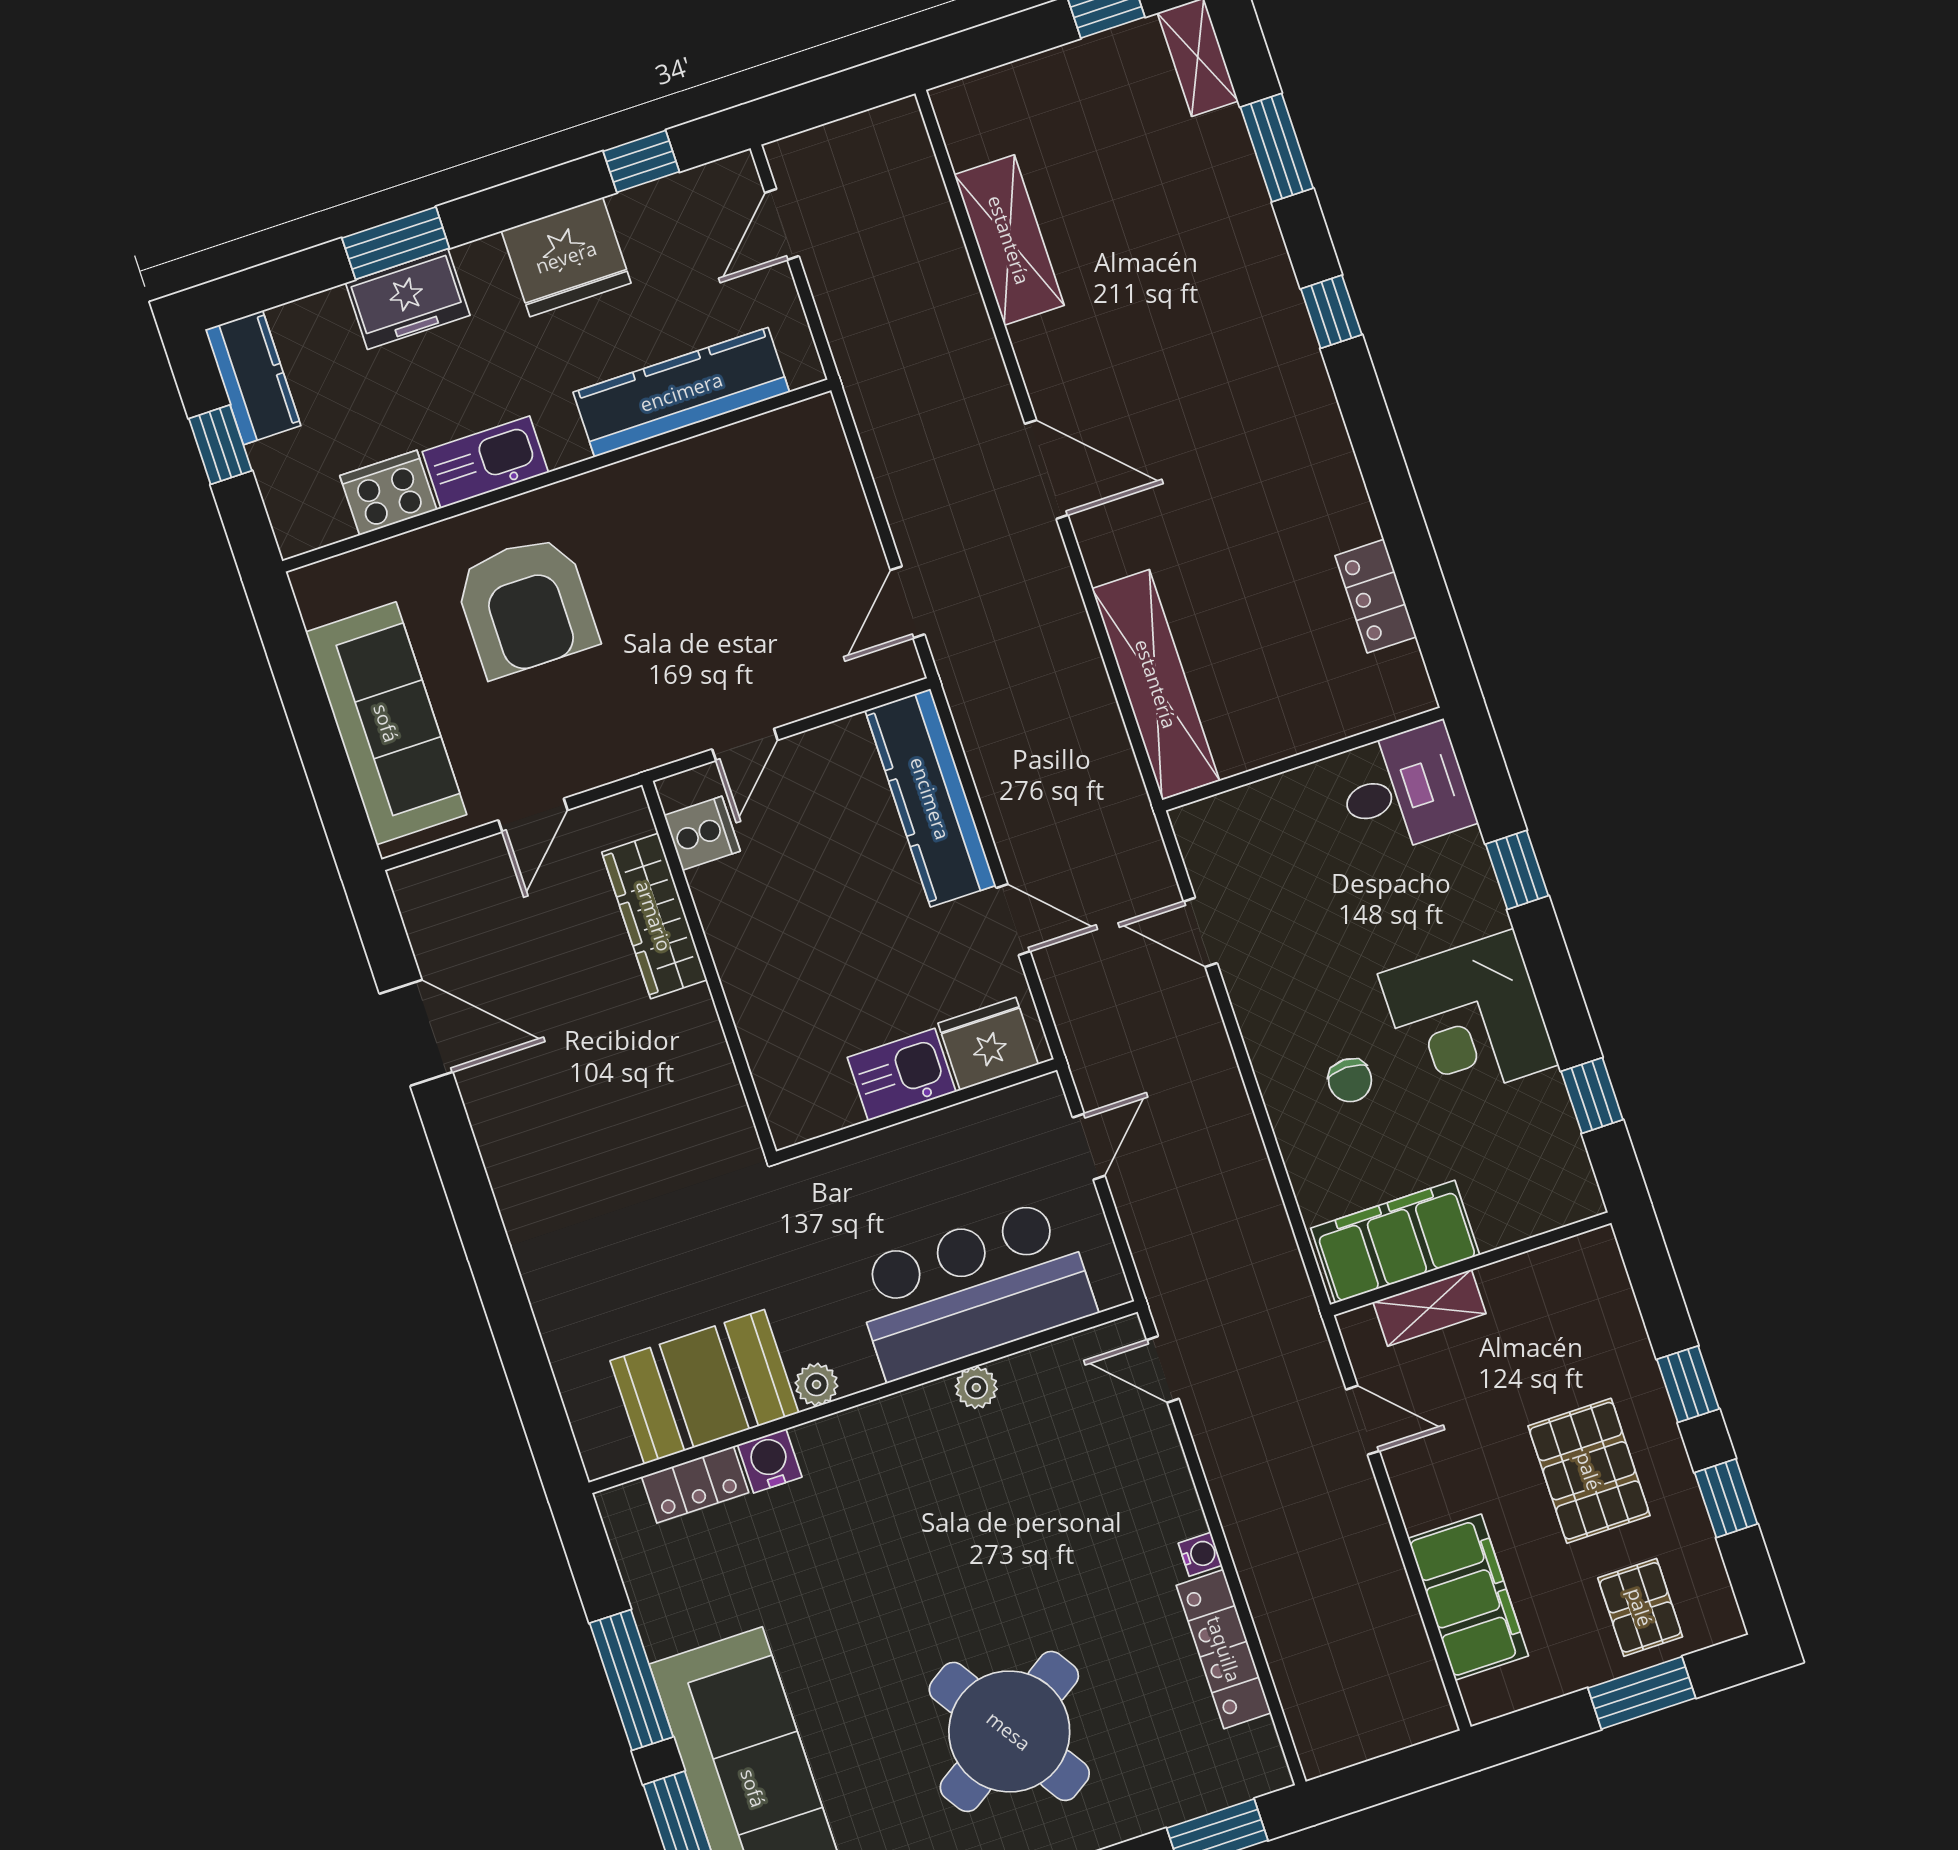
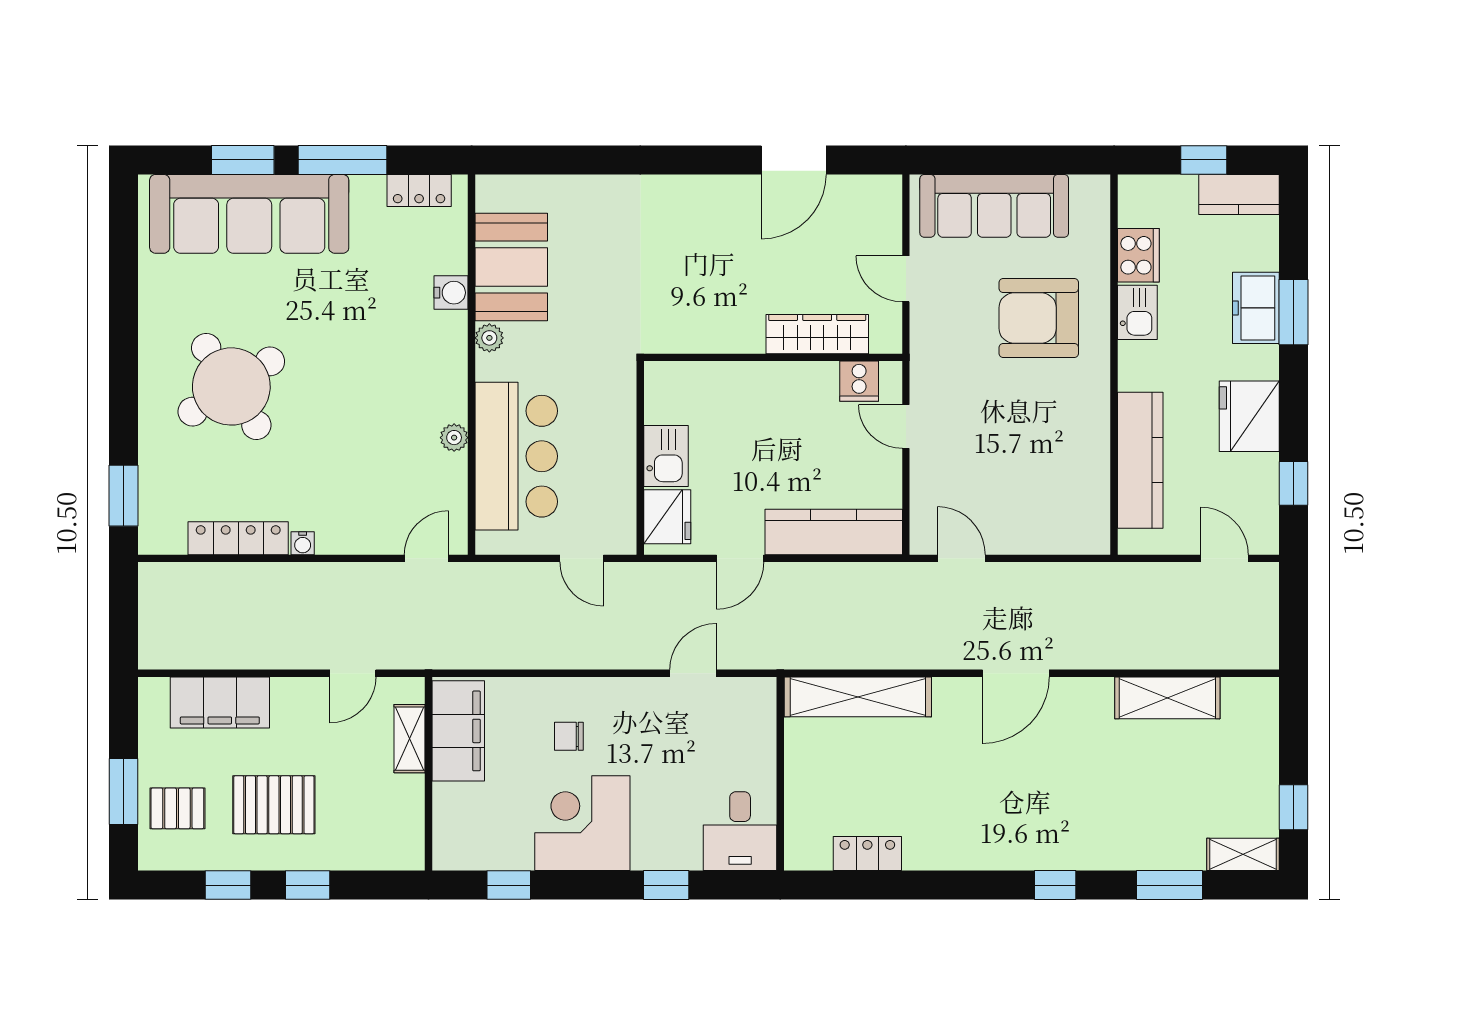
kitchen sink: (485, 462) -> (1137, 312), width x0.73
locker: (695, 1485) -> (419, 191), moved, turned -90

